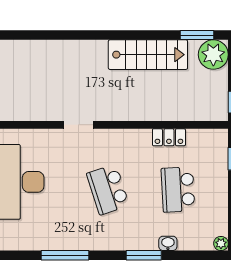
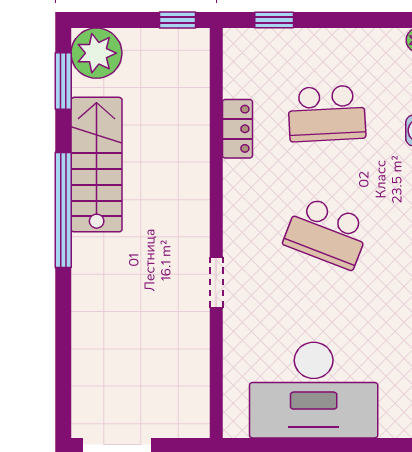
window: (121, 35) -> (63, 210), added
school desk: (108, 190) -> (327, 233), turned 39

